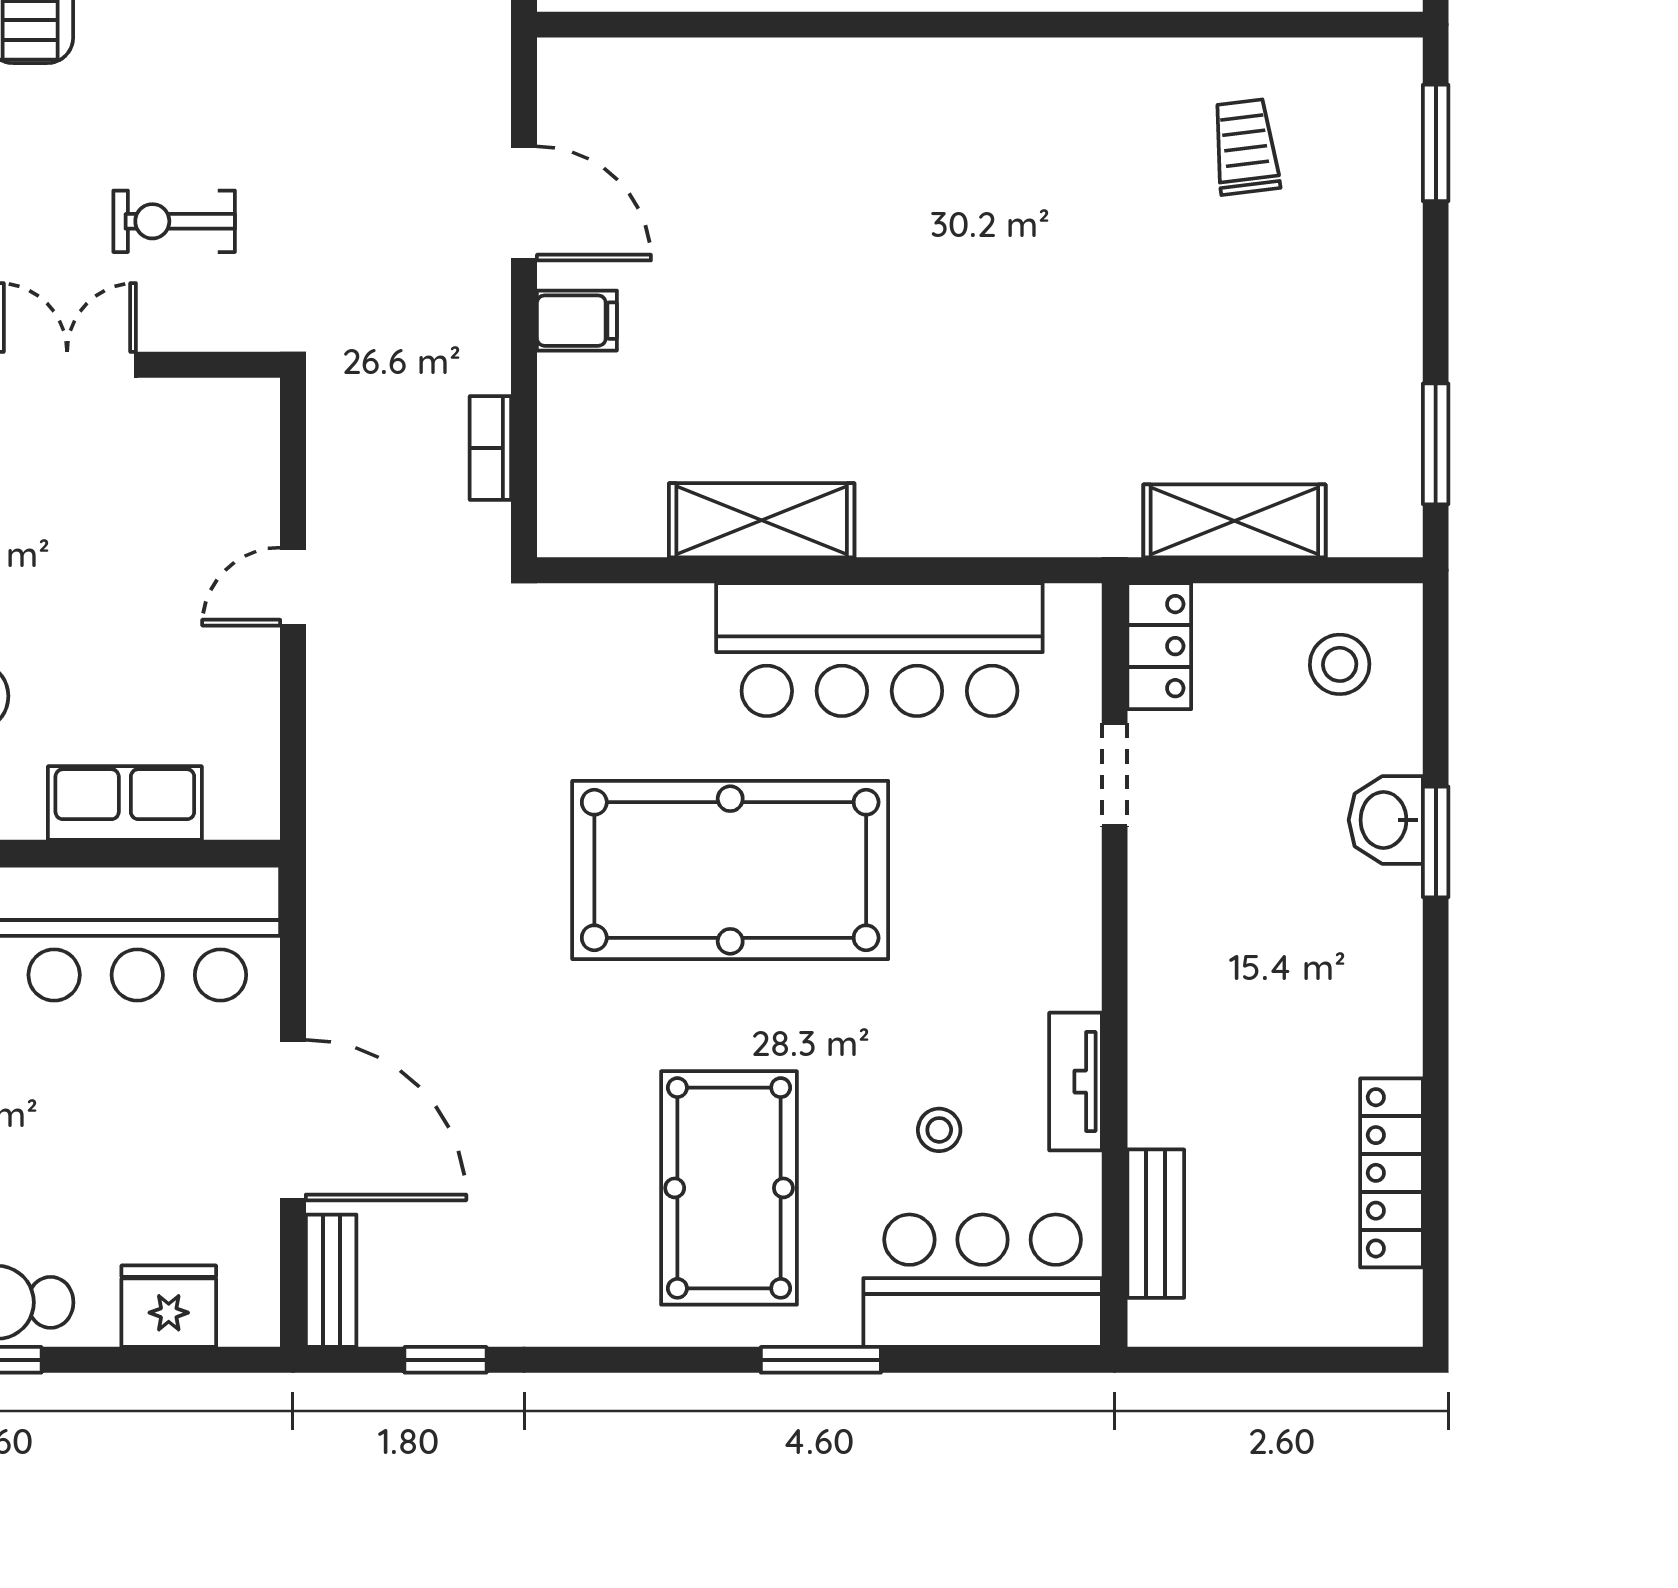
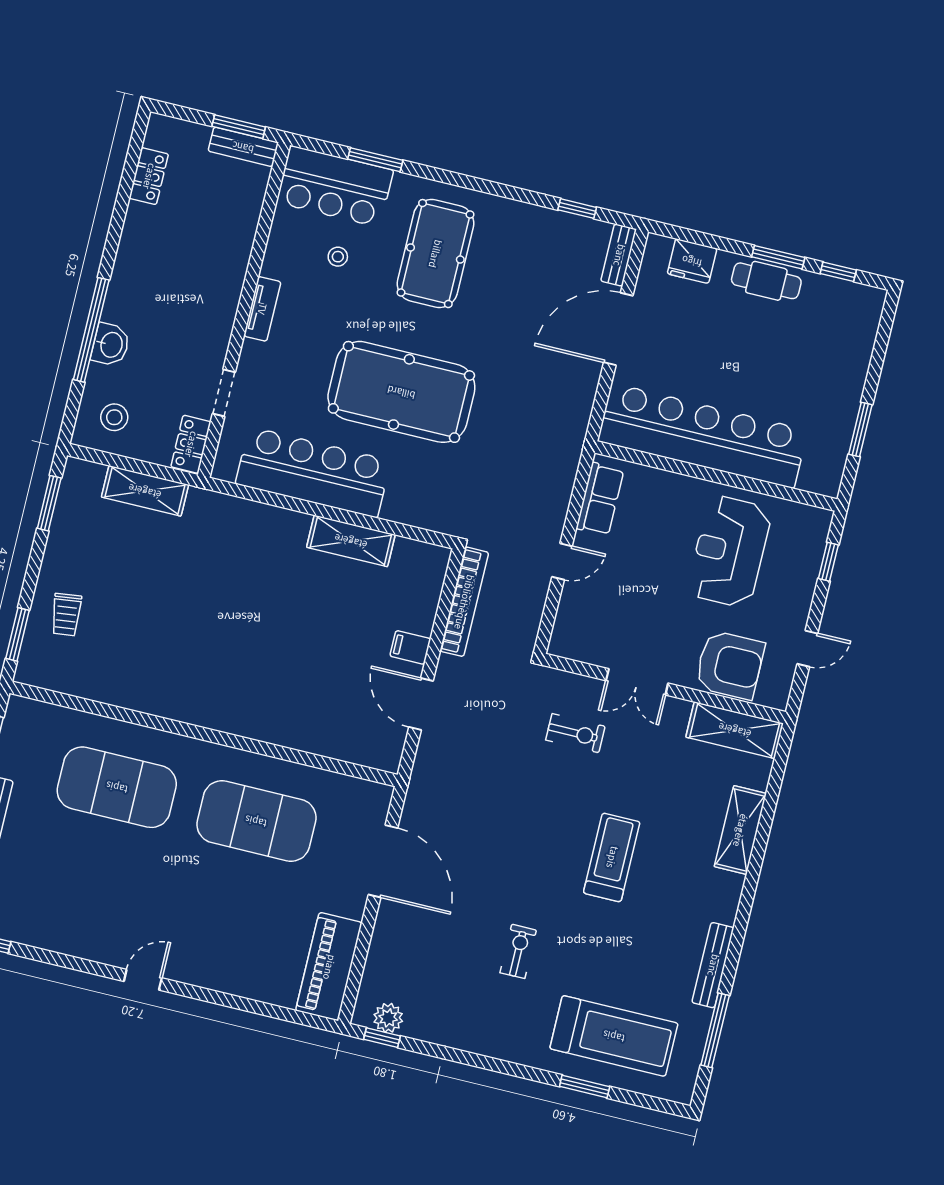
trolley: (1245, 147) -> (66, 615), moved
bookcase: (490, 448) -> (464, 602), width x2.31, depth x1.31
row of seats: (125, 803) -> (600, 499), moved, turned -90
window: (1436, 842) -> (91, 330), width x2.11
tv unit: (1076, 1082) -> (262, 309), moved
door: (293, 1120) -> (618, 329), hinge flipped
locker: (1391, 1173) -> (149, 176), width x0.66
bench: (1156, 1224) -> (243, 147), moved, turned 90
window: (821, 1360) -> (375, 160), moved
window: (1222, 1360) -> (239, 127), added

